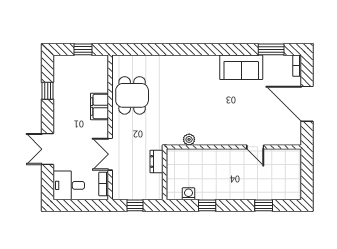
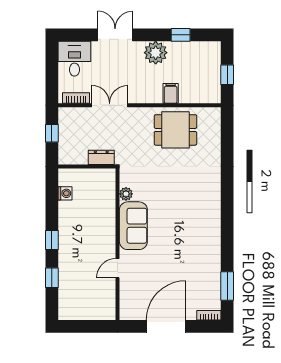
sofa: (241, 67) -> (133, 226), moved, turned 180
filing cabinet: (100, 106) -> (171, 93), width x0.50
plant: (63, 113) -> (156, 53), added
window: (207, 205) -> (52, 240), moved

